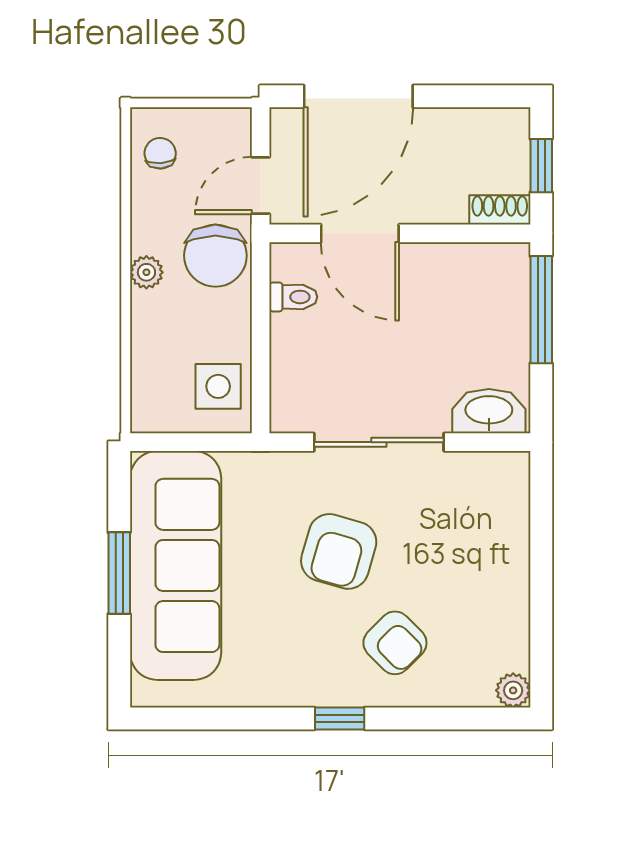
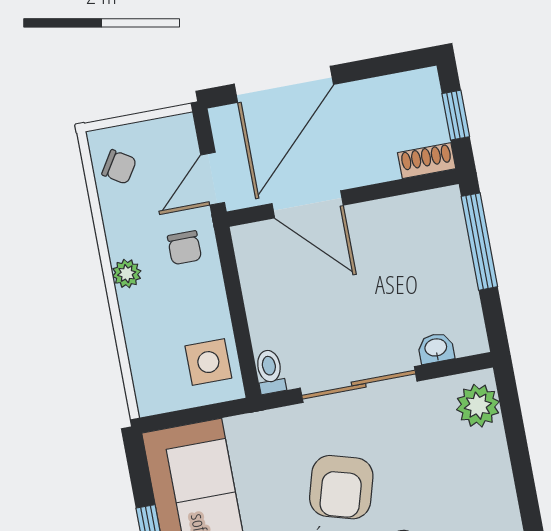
chair: (160, 153) -> (119, 167), turned 126
chair: (215, 256) -> (184, 248), width x0.54, depth x0.54
toilet: (293, 297) -> (270, 372), moved, turned -90
washbasin: (489, 411) -> (436, 348), width x0.52, depth x0.69
plant: (506, 490) -> (478, 406), added

